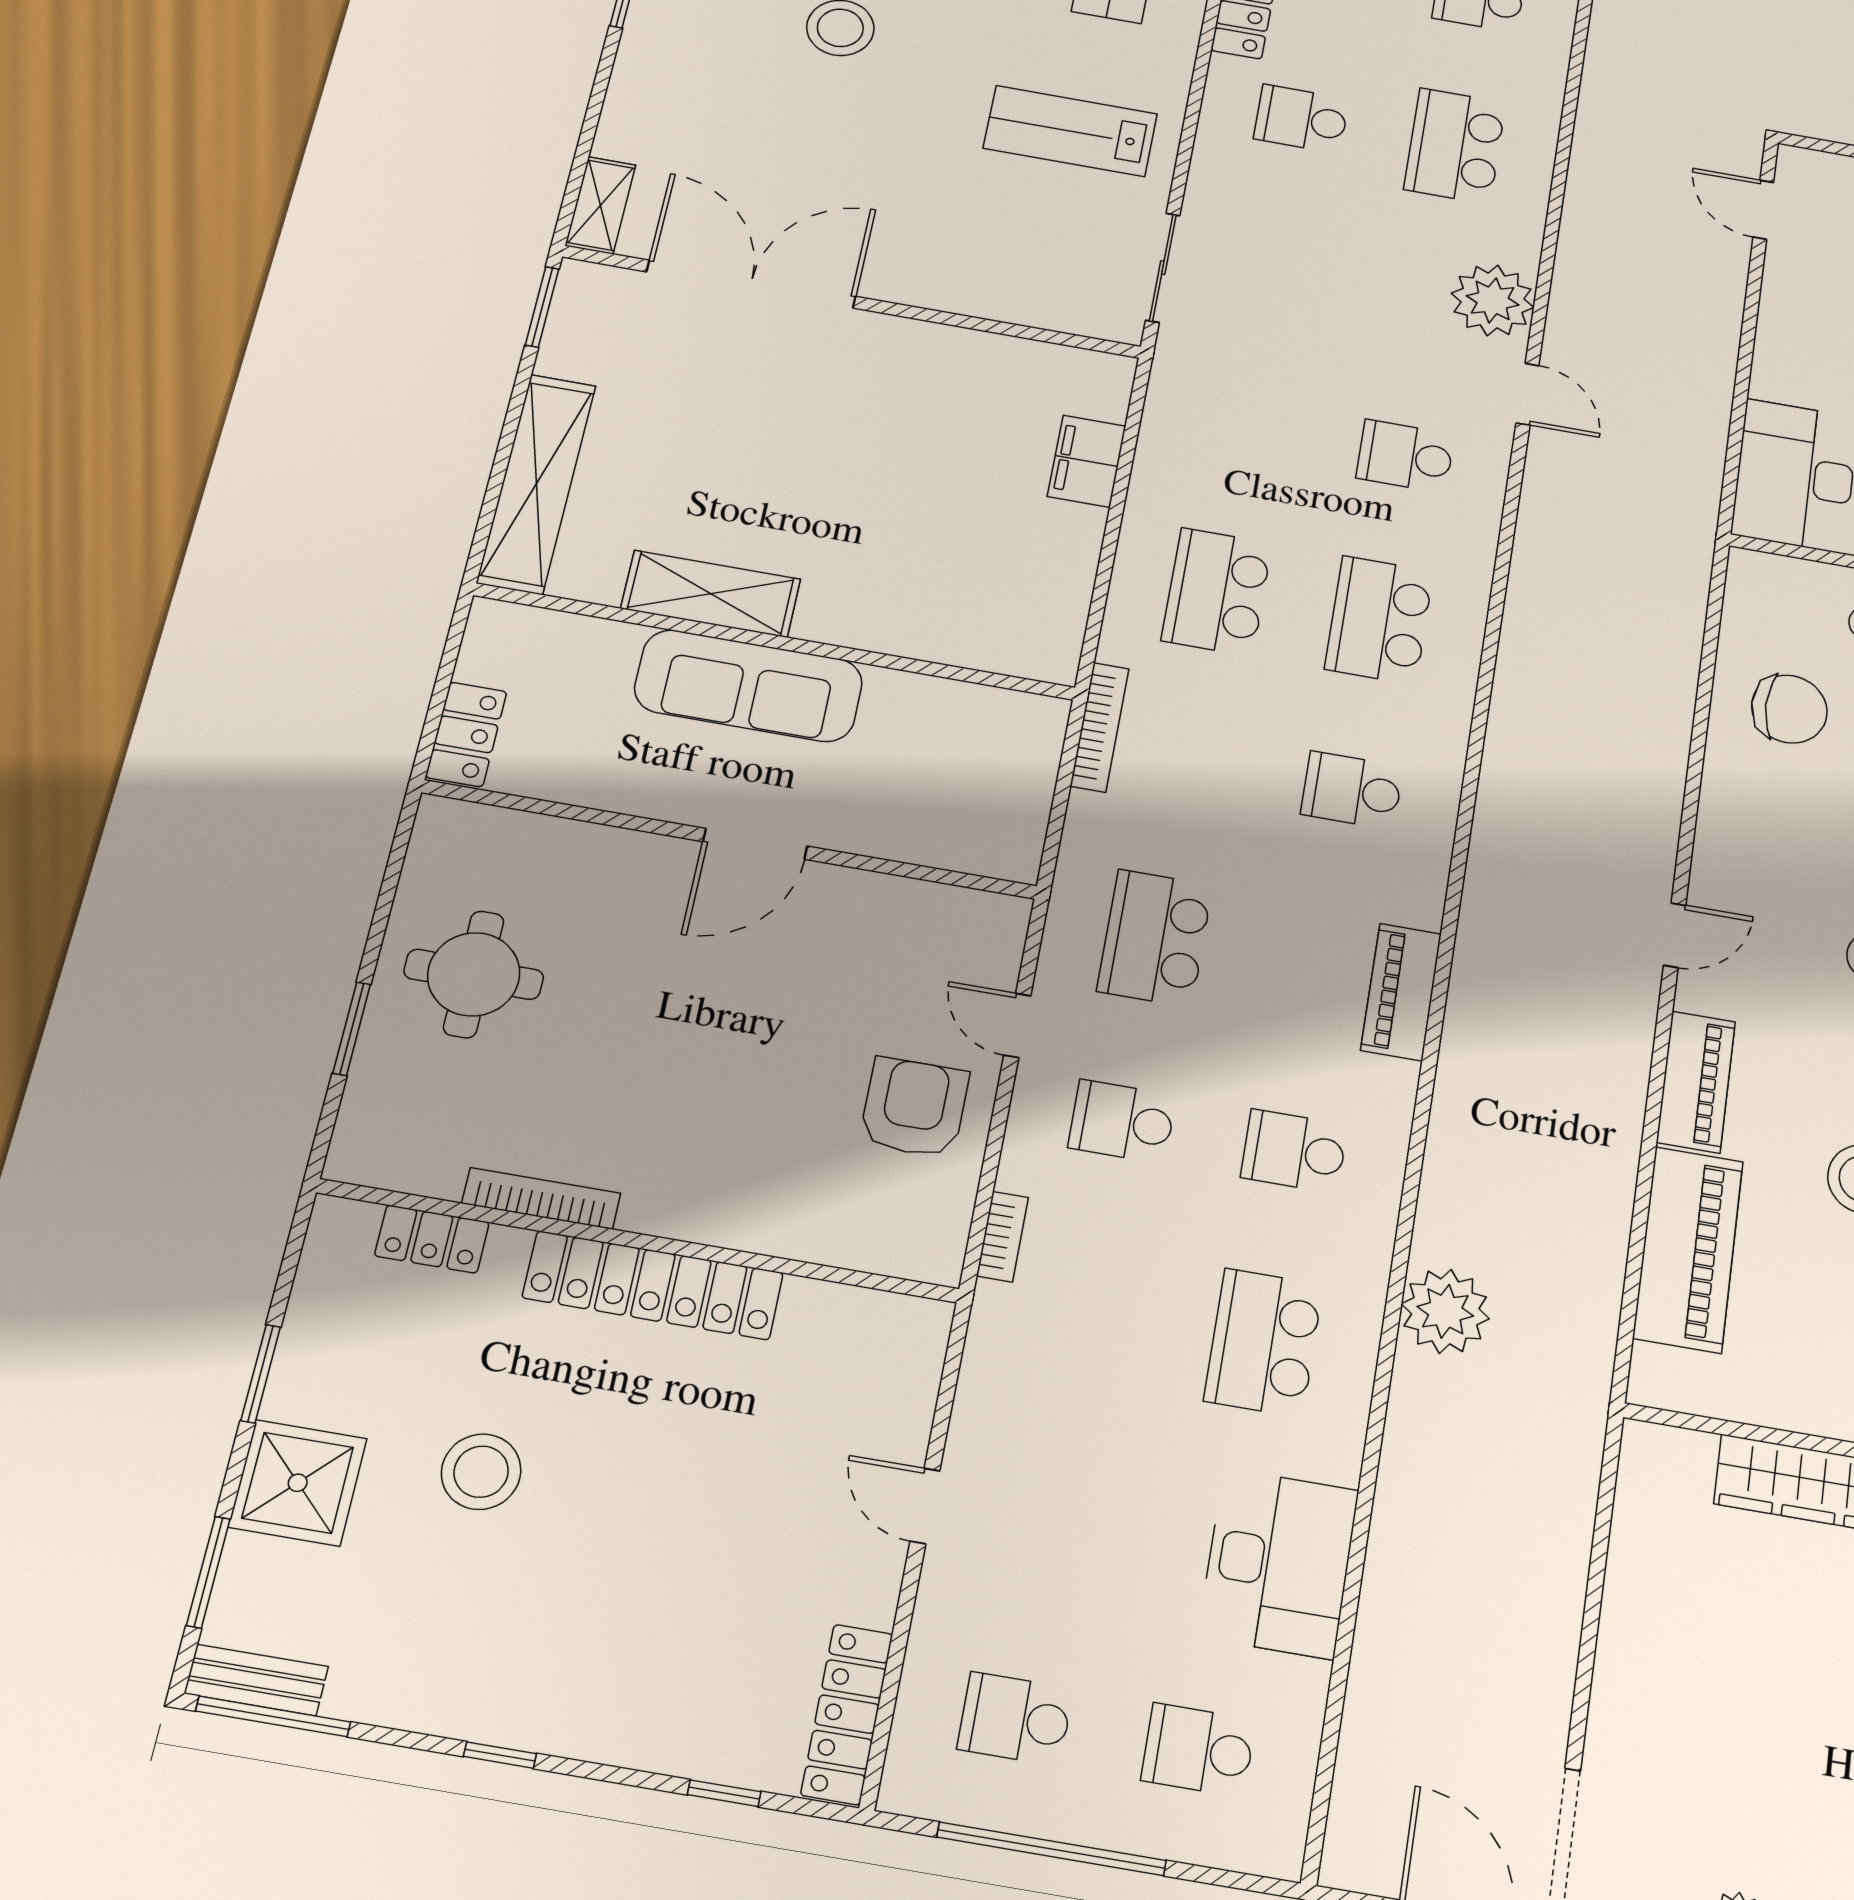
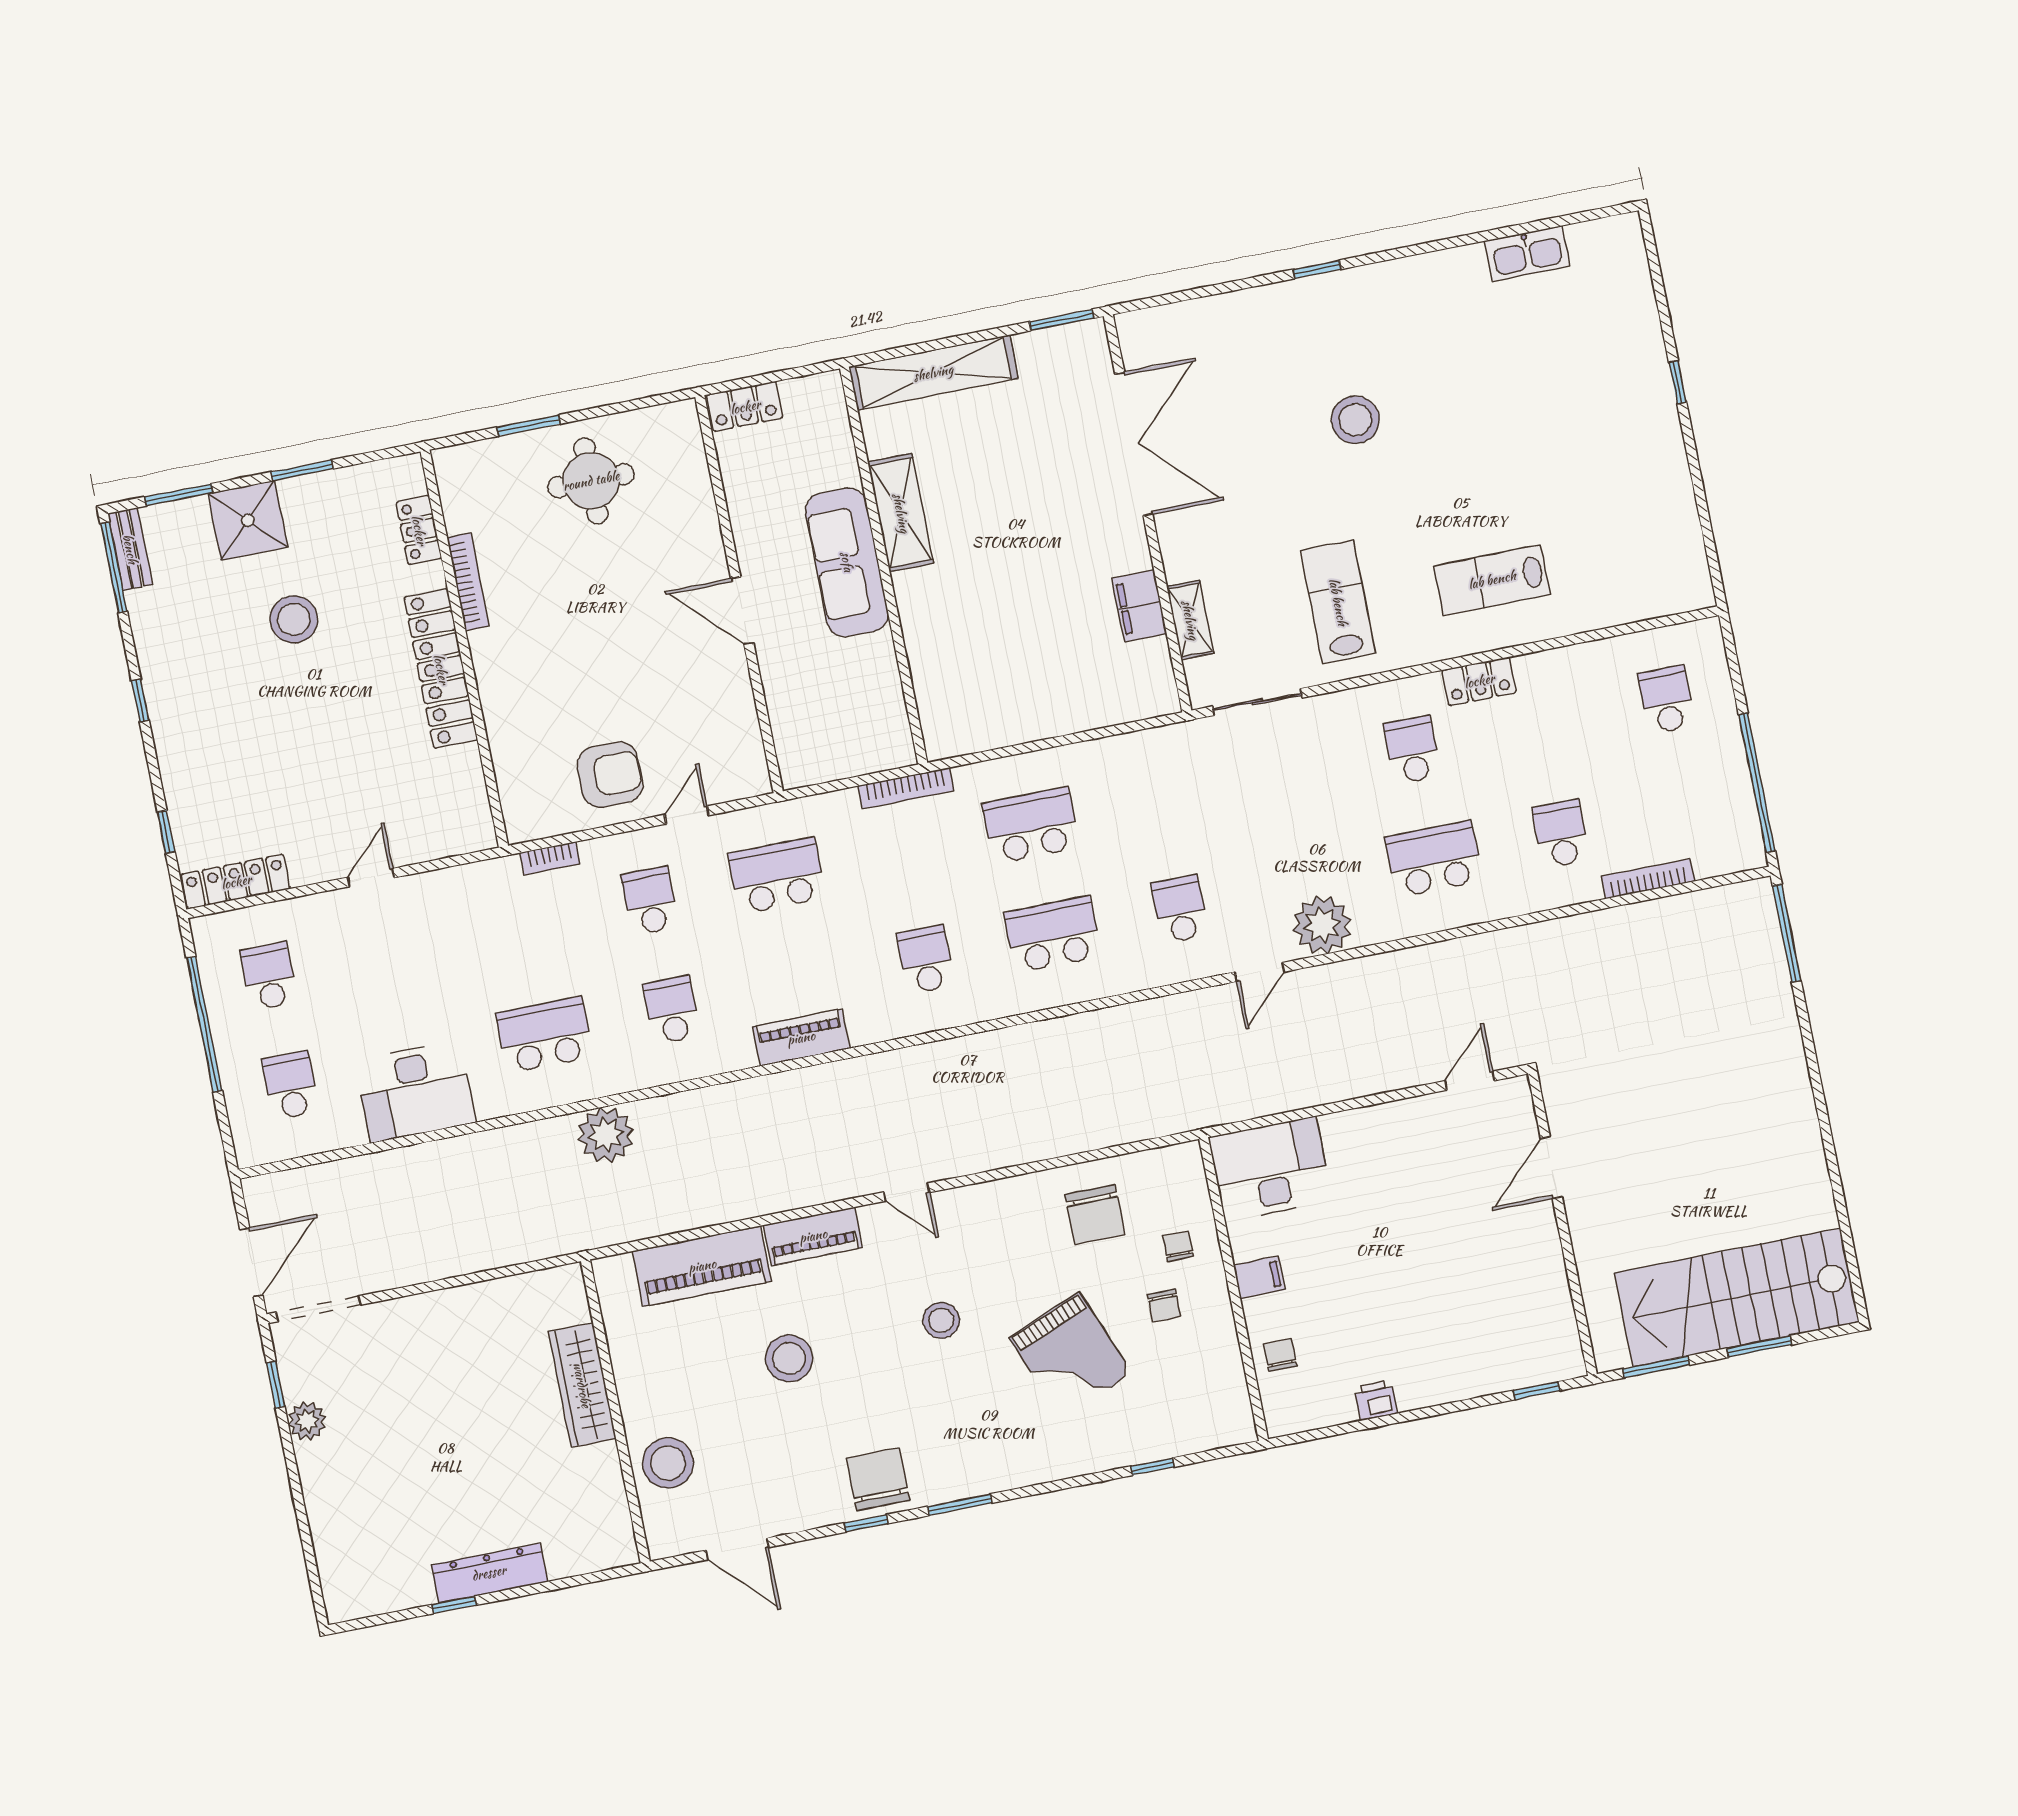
shelving: (600, 205) -> (1190, 620), moved, turned 90
filing cabinet: (1087, 461) -> (1139, 606), moved, turned -90

